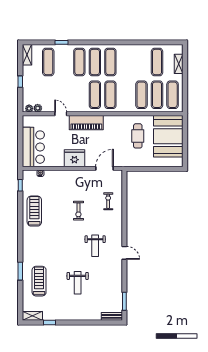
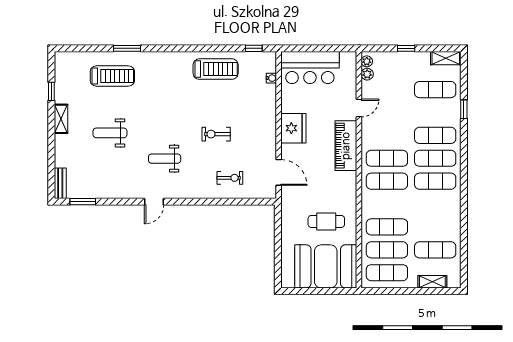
shelving: (32, 316) -> (61, 119), moved

